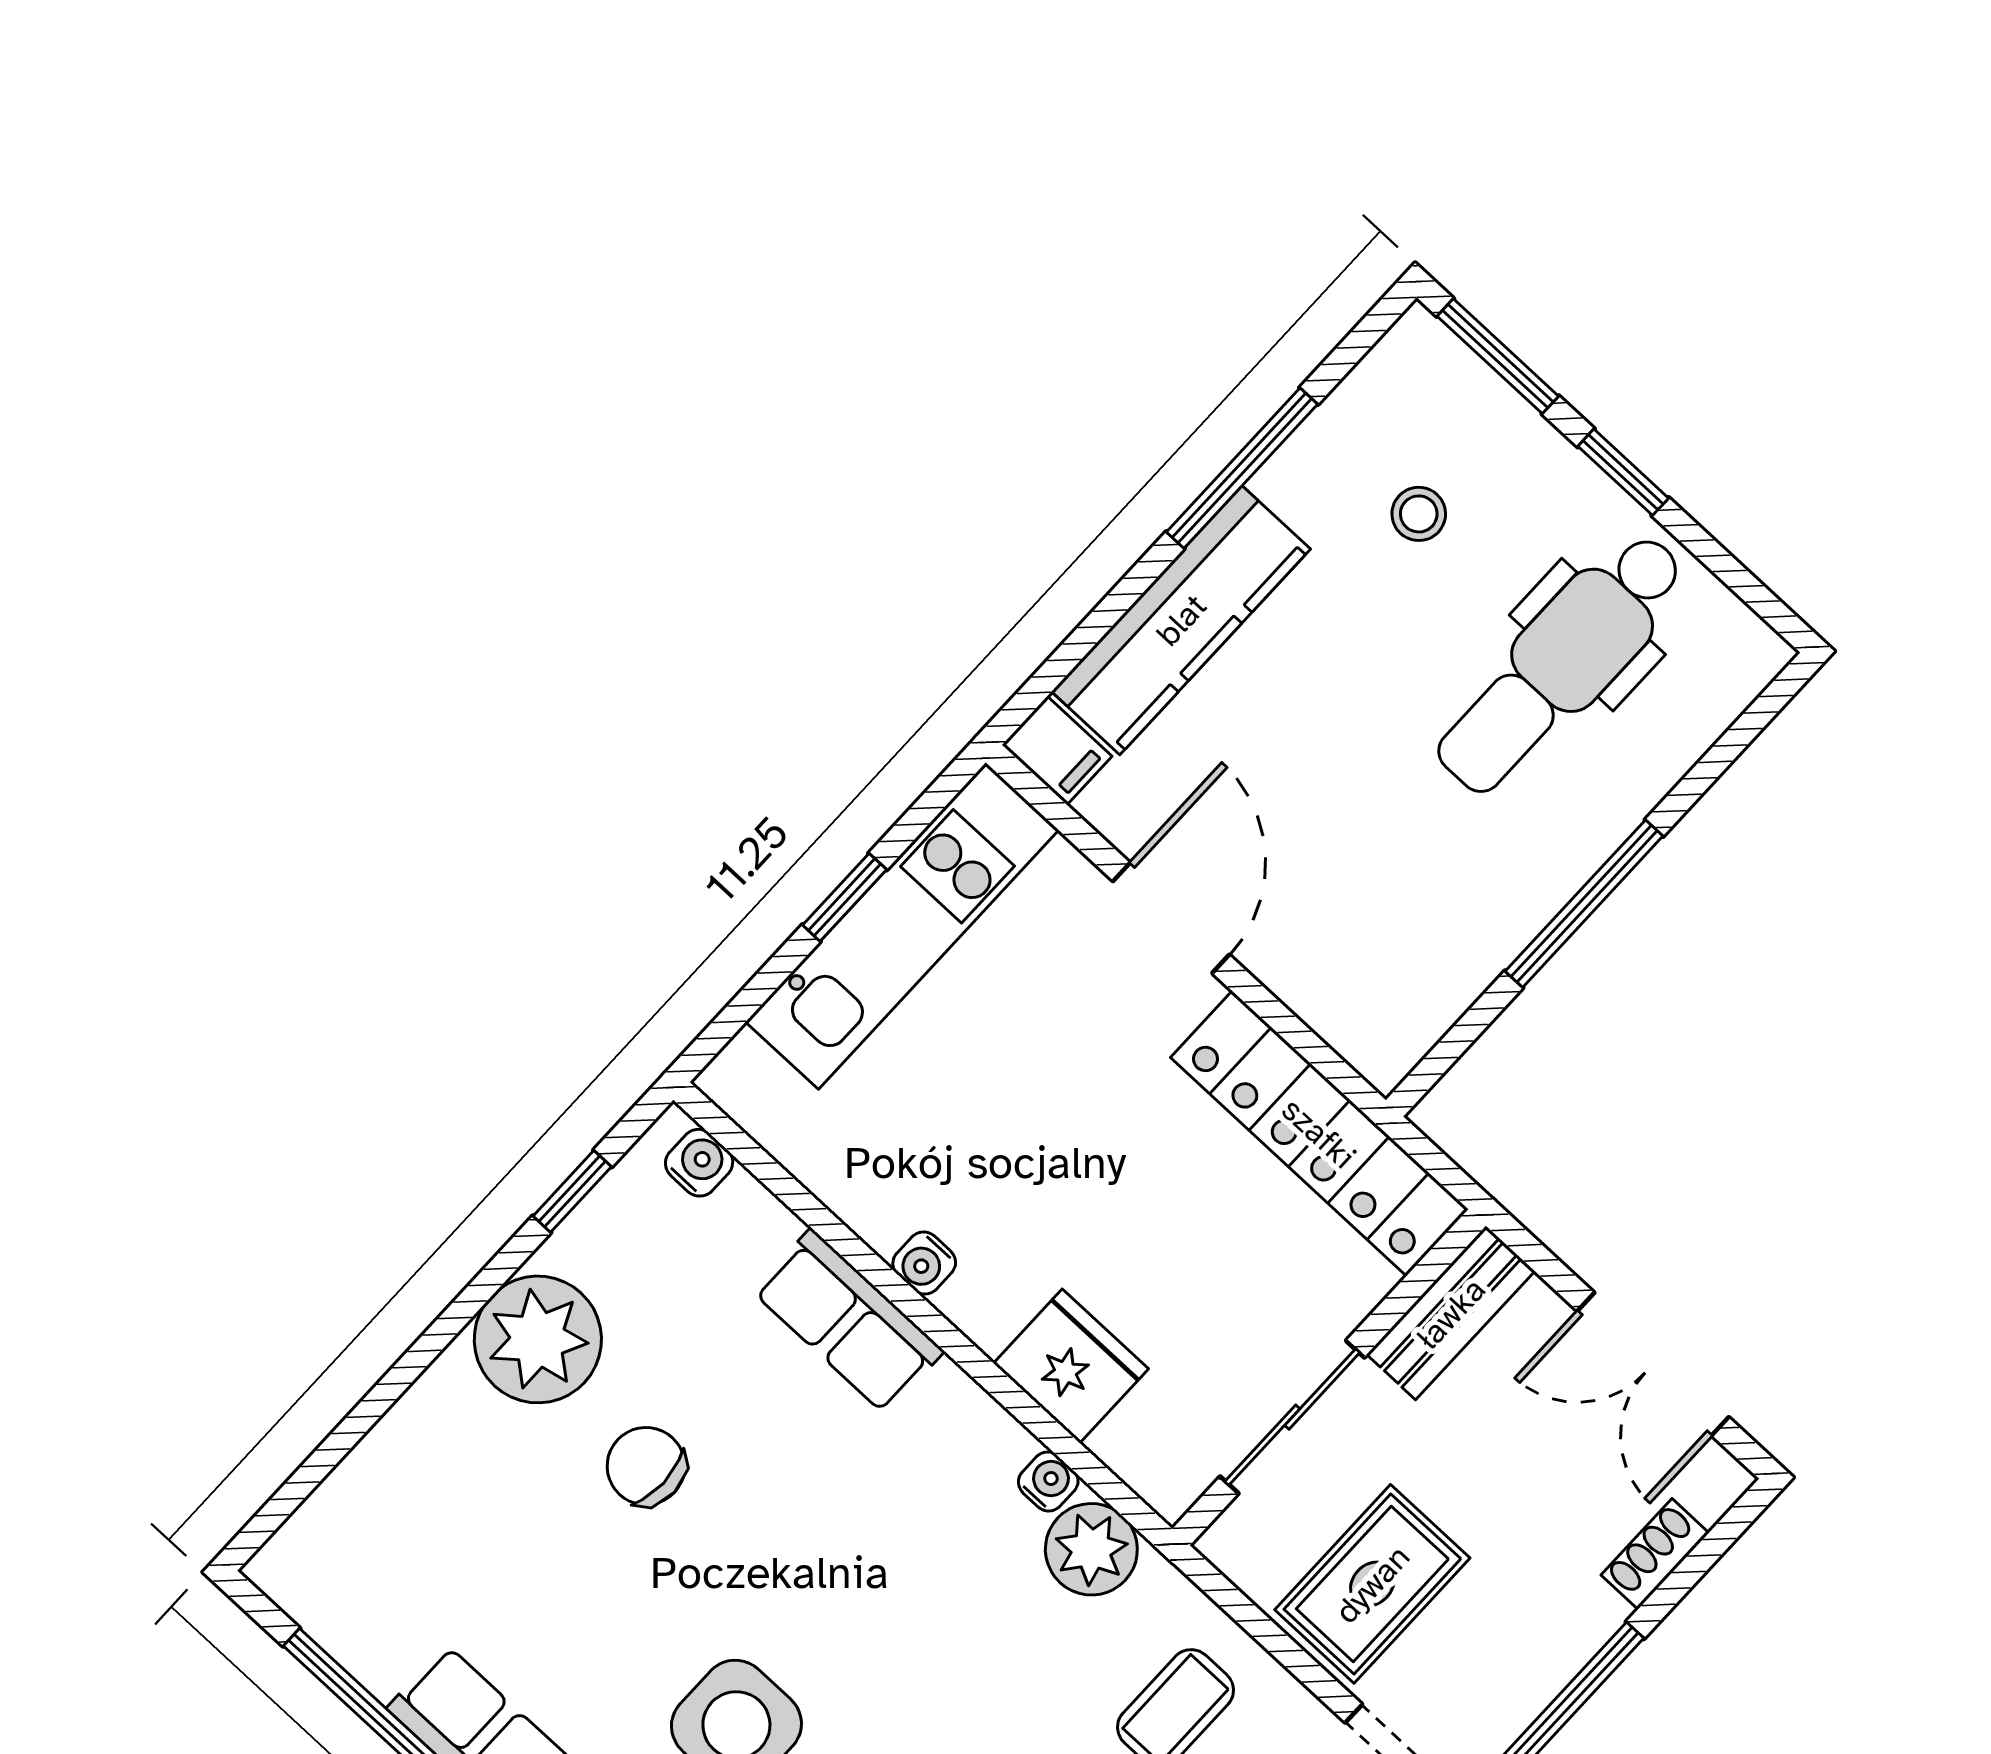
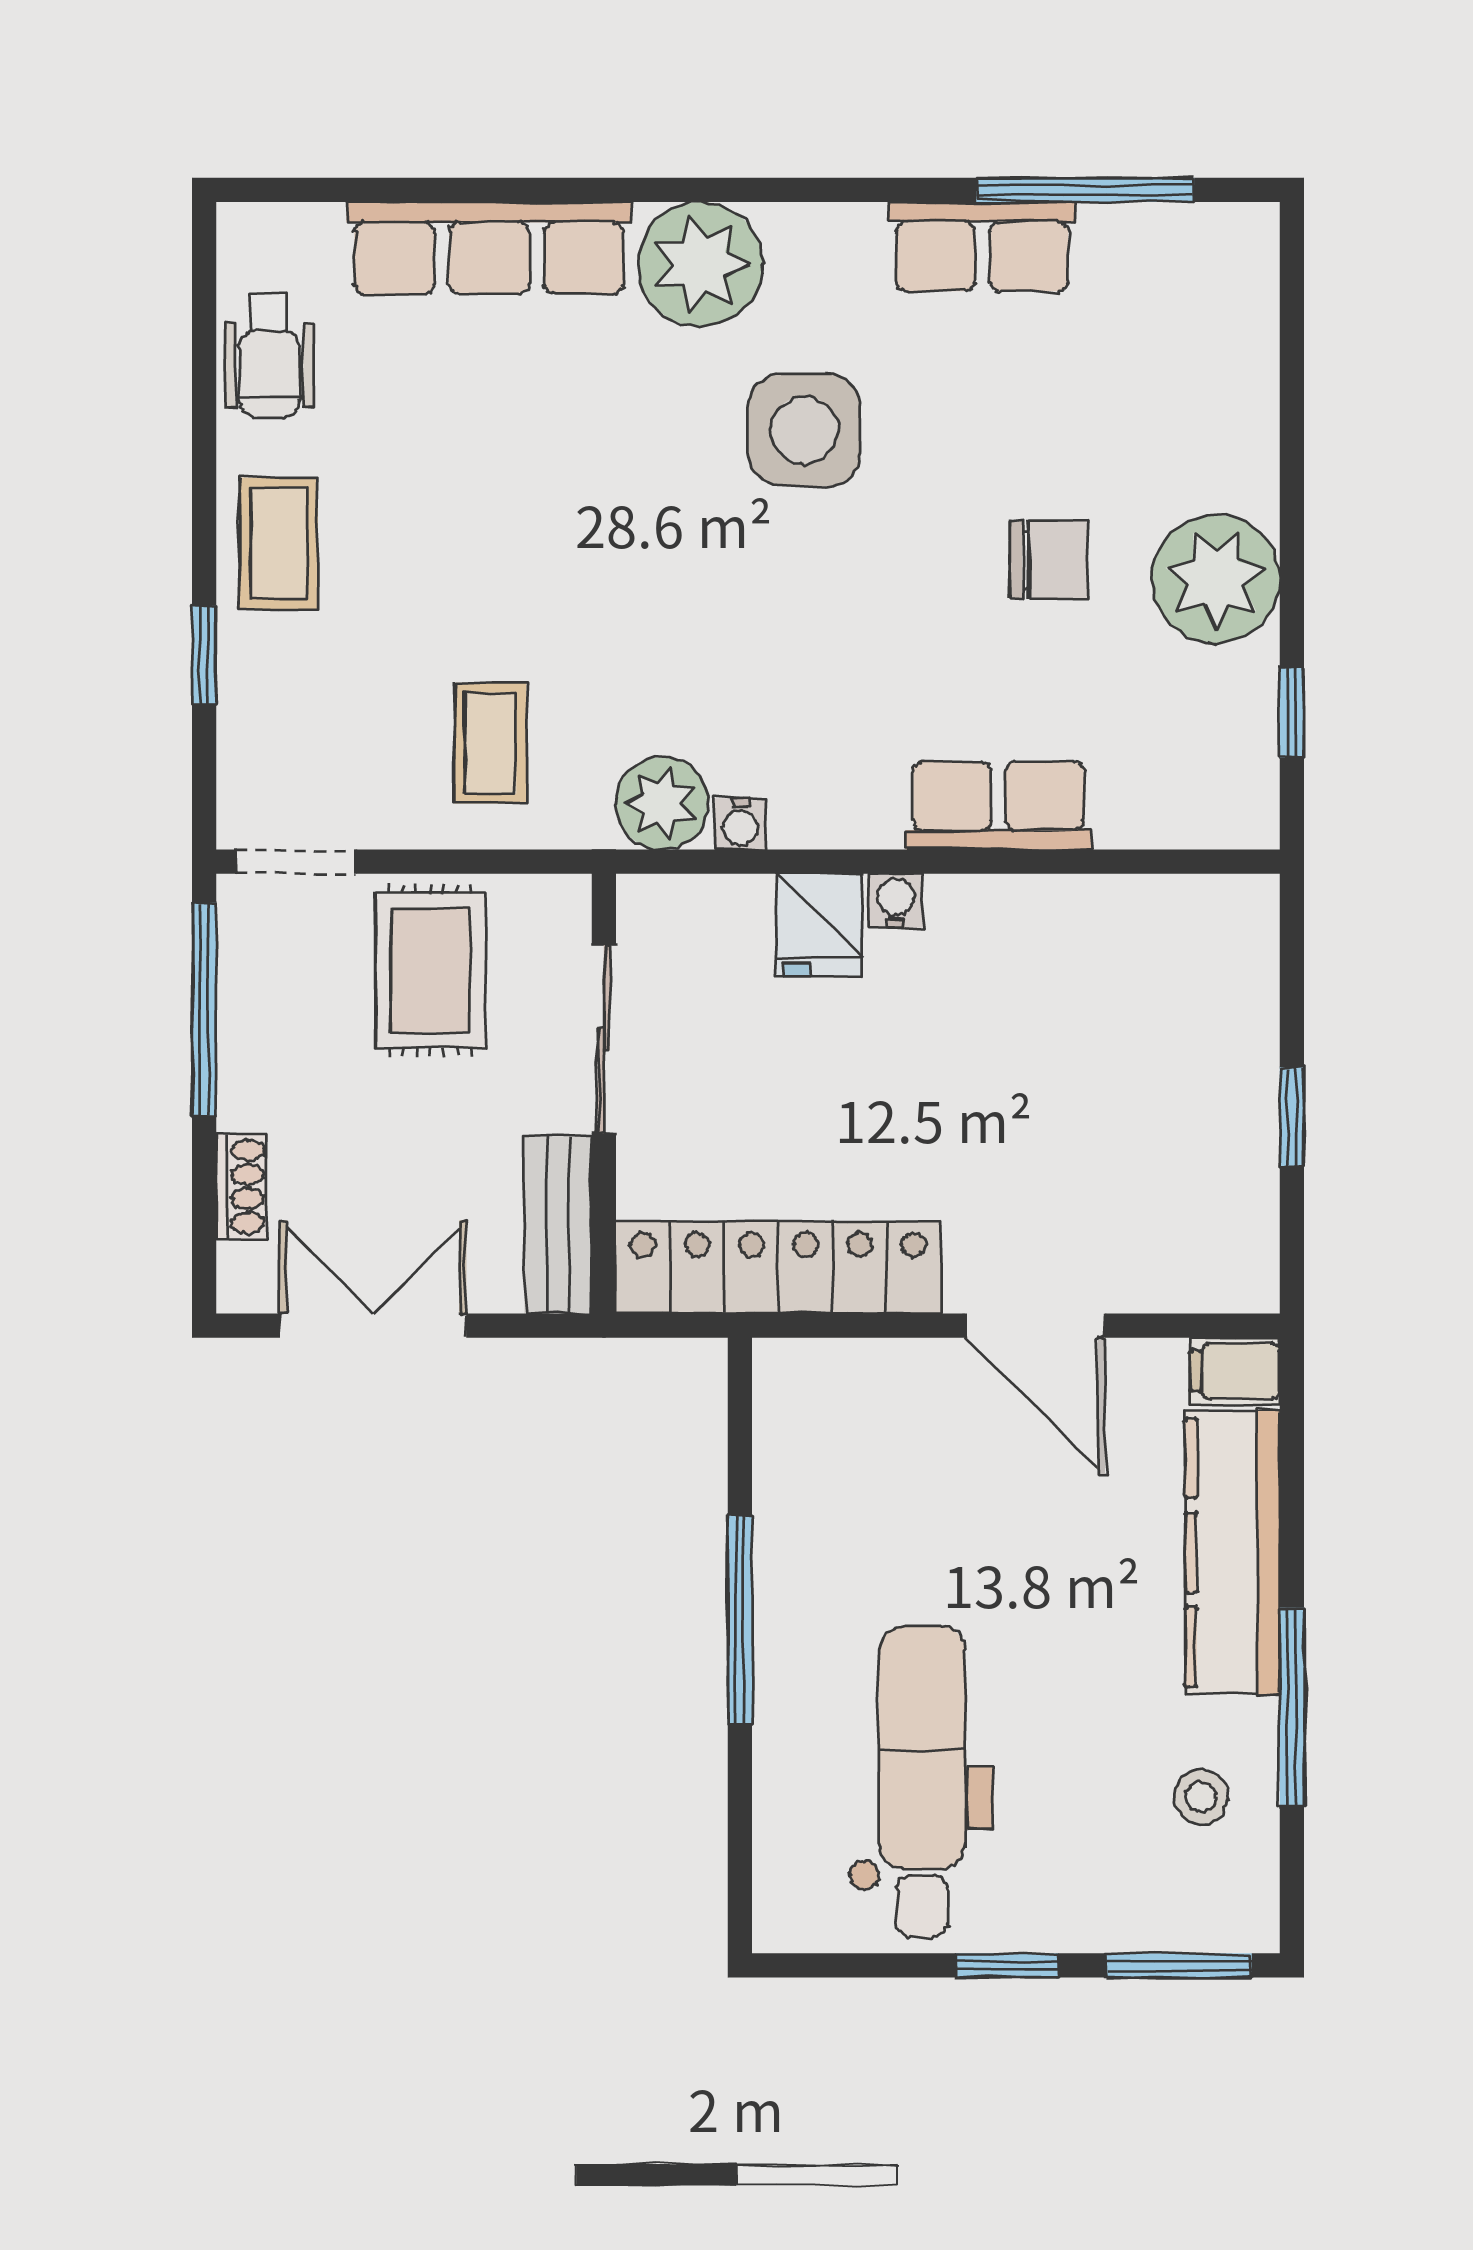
stool: (1419, 514) -> (1201, 1797), moved
kitchen unit: (902, 926) -> (1230, 1135), removed
water cooler: (699, 1163) -> (1218, 821), removed
water cooler: (924, 1263) -> (896, 901), moved
fridge: (1071, 1366) -> (819, 925), width x0.72

